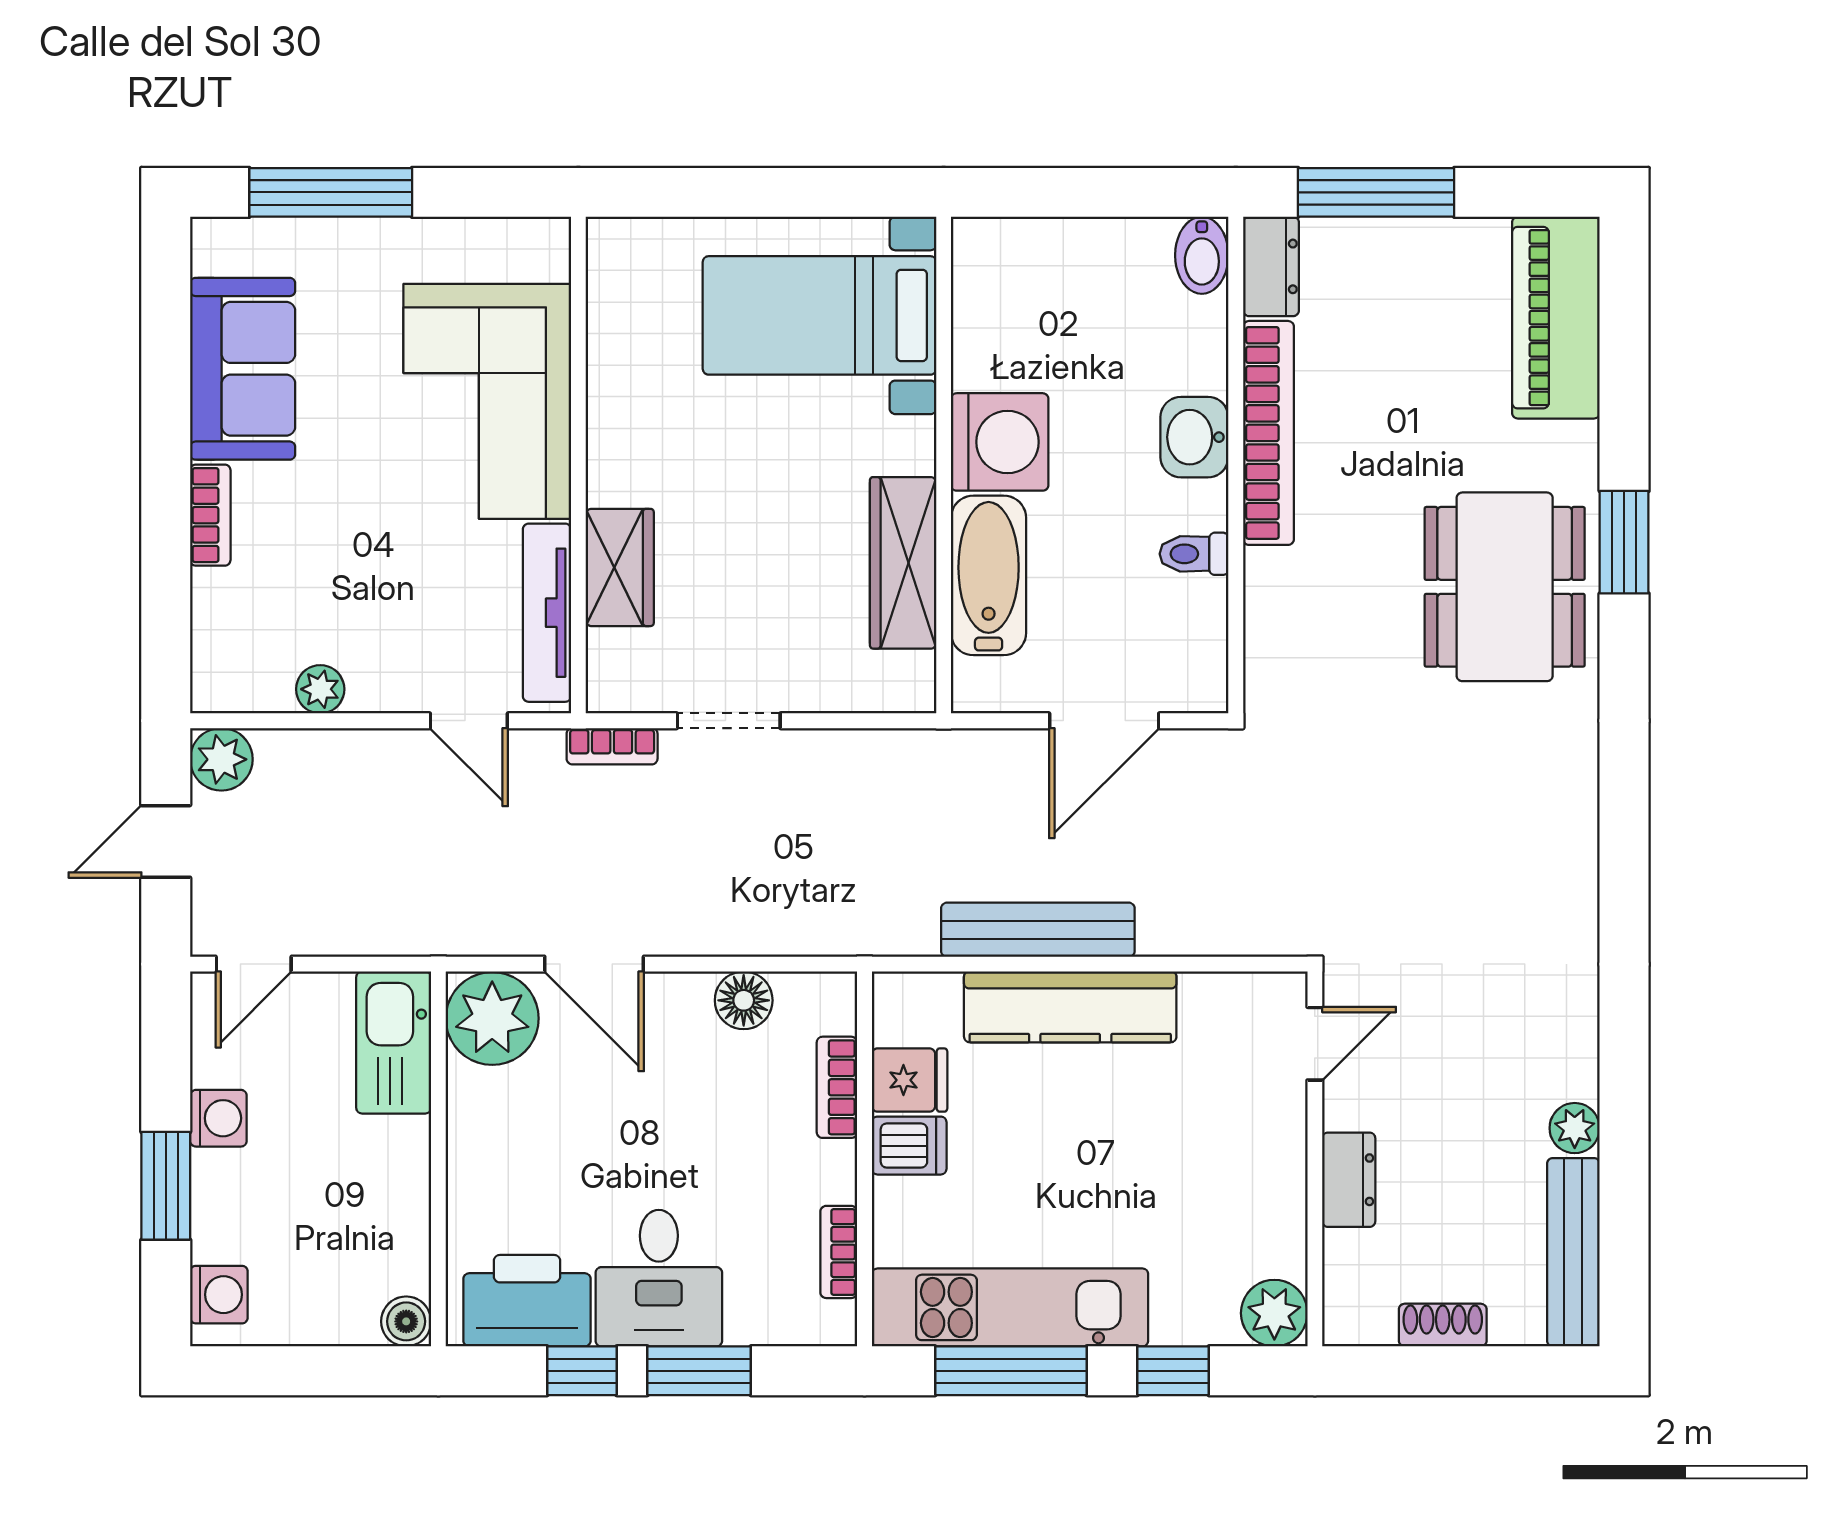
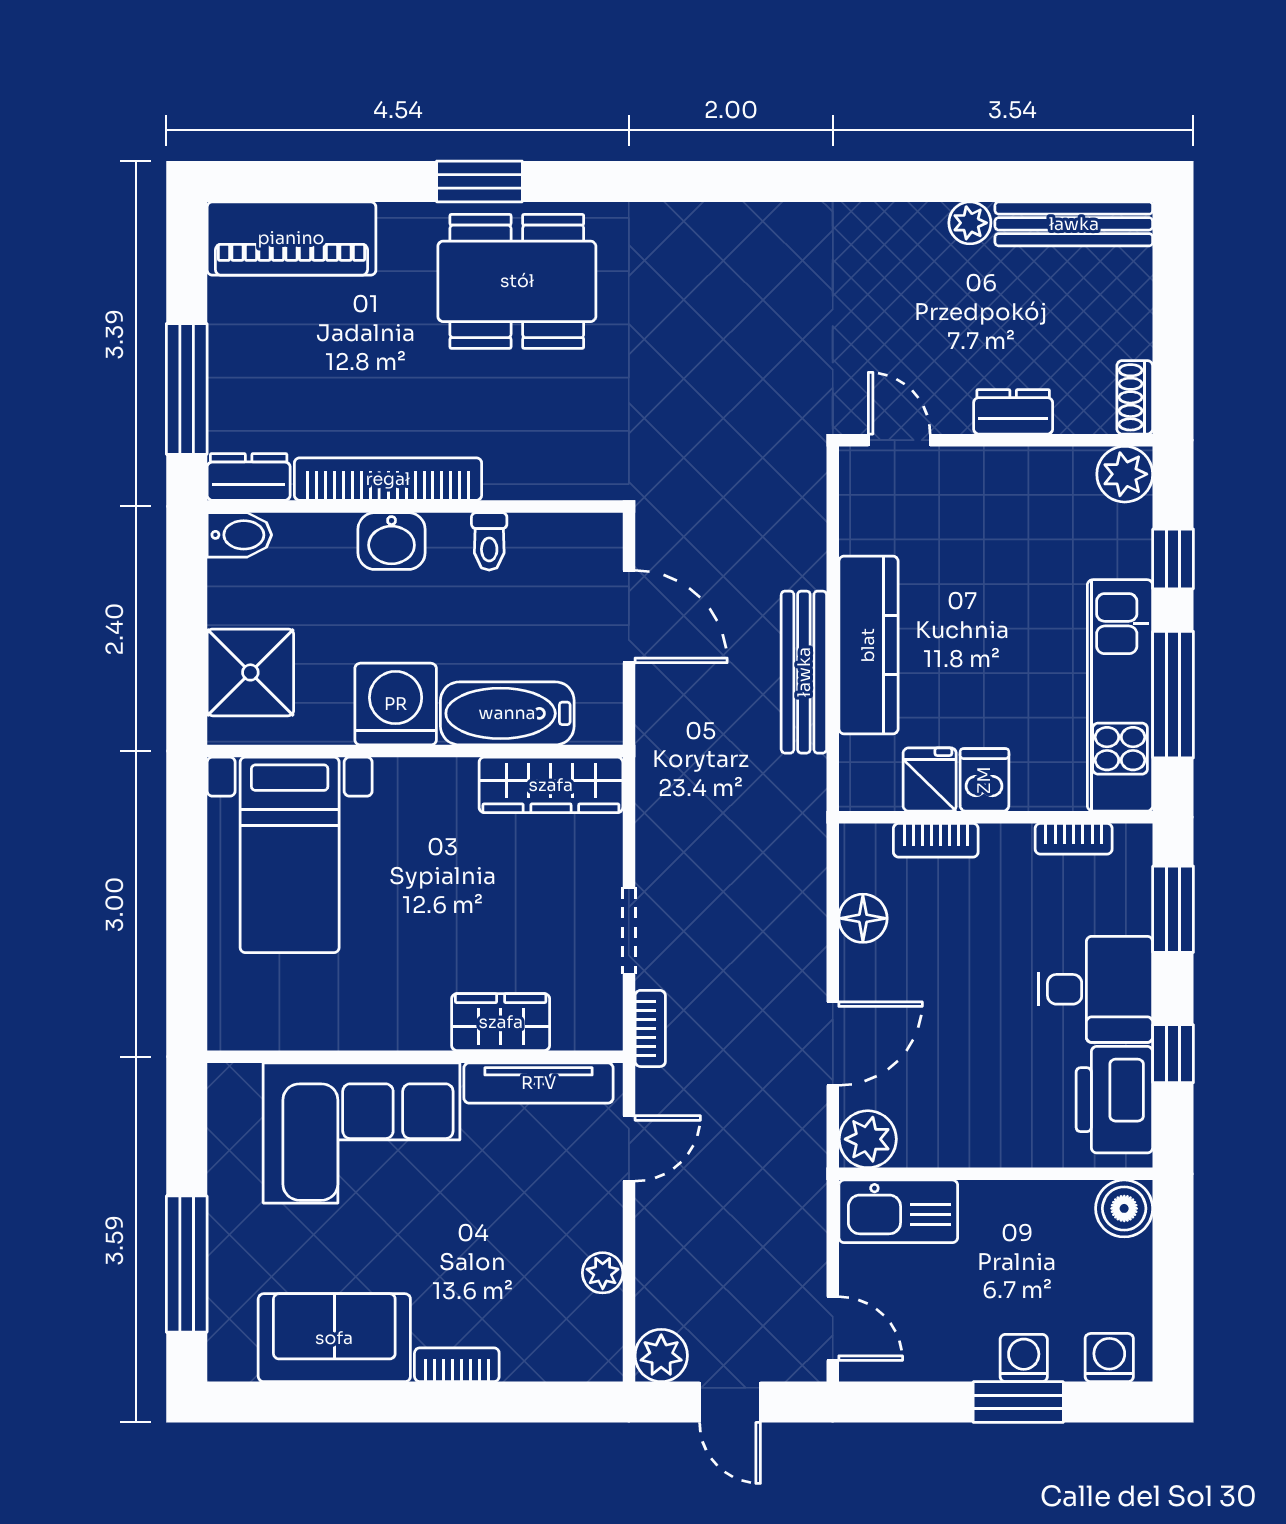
shower: (1037, 268) -> (250, 672), added
wardrobe: (903, 563) -> (551, 785), moved
plant: (492, 1018) -> (868, 1139), width x0.73, depth x0.73
washing machine: (218, 1118) -> (1024, 1358), moved
boiler: (406, 1321) -> (1124, 1208), width x1.36, depth x1.36
shoe rack: (1443, 1325) -> (1135, 397), moved
window: (699, 1371) -> (1173, 909), moved

